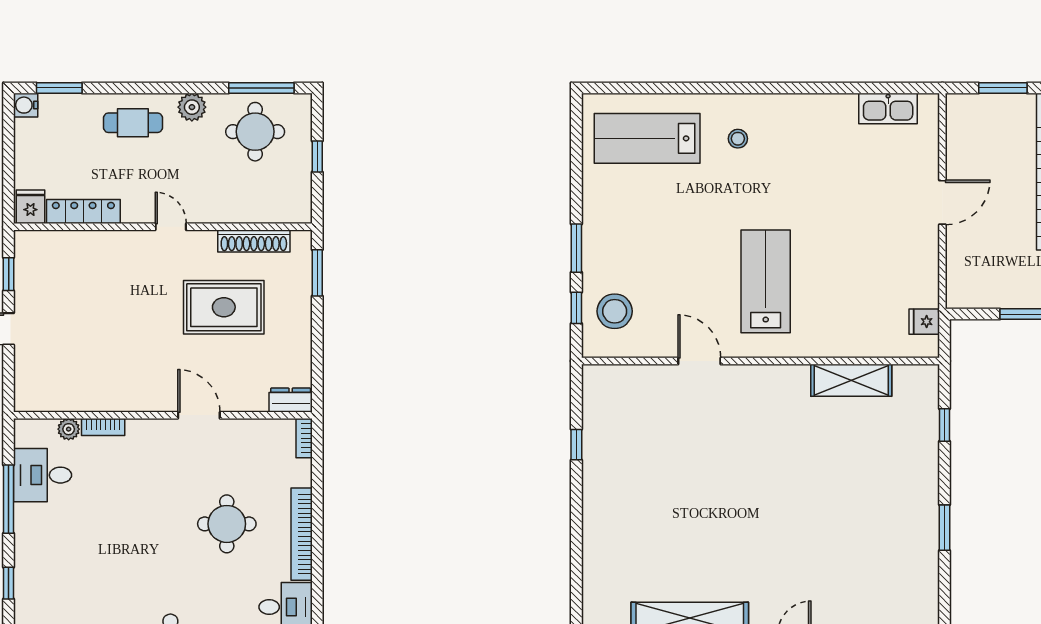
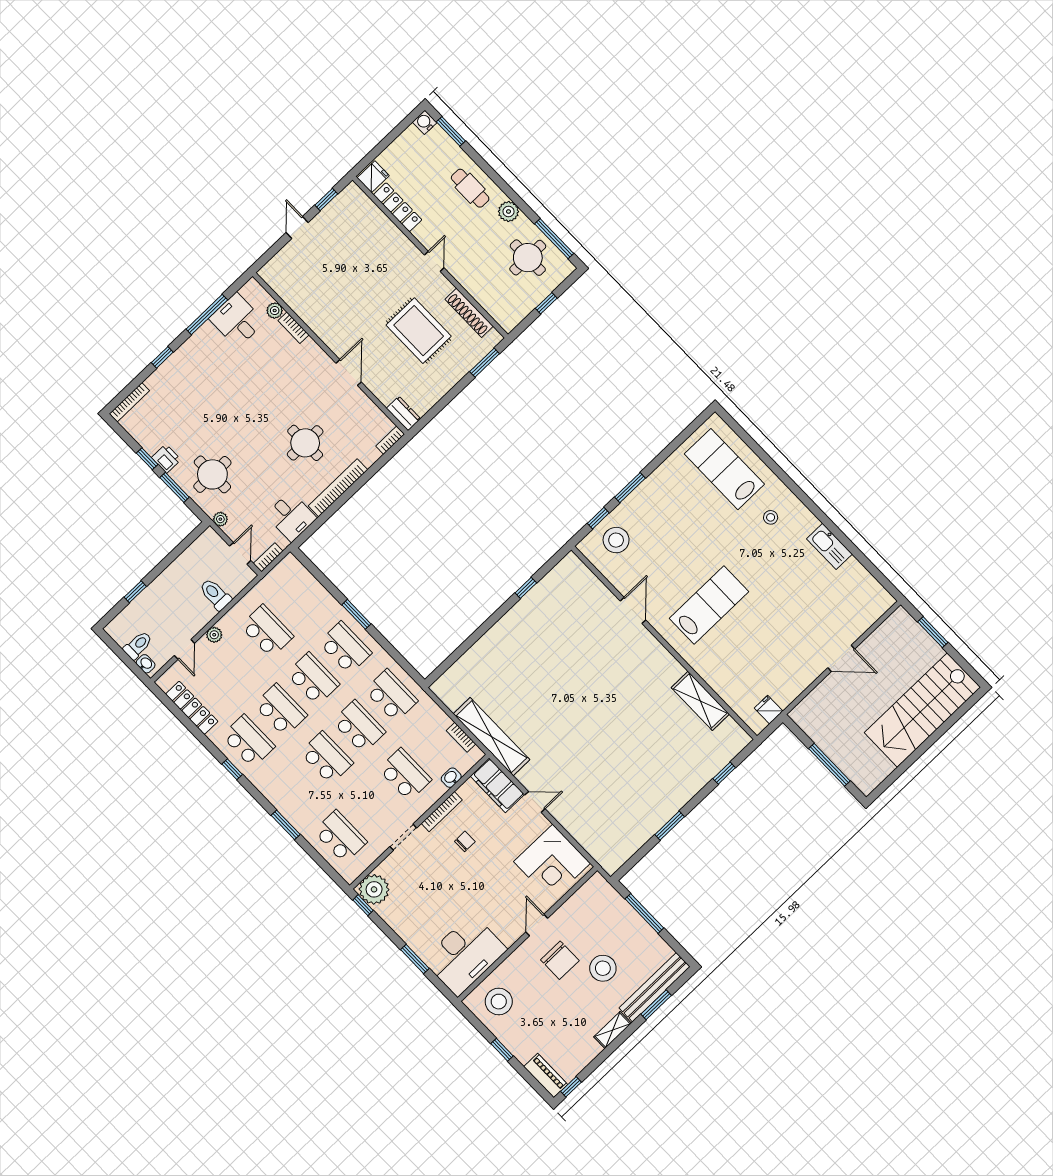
kitchen sink: (888, 108) -> (829, 546), moved

